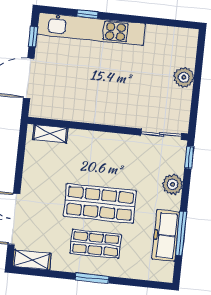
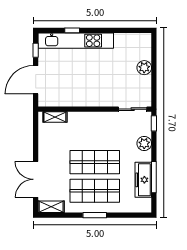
shop shelf: (96, 244) -> (95, 191), width x1.43, depth x1.36

